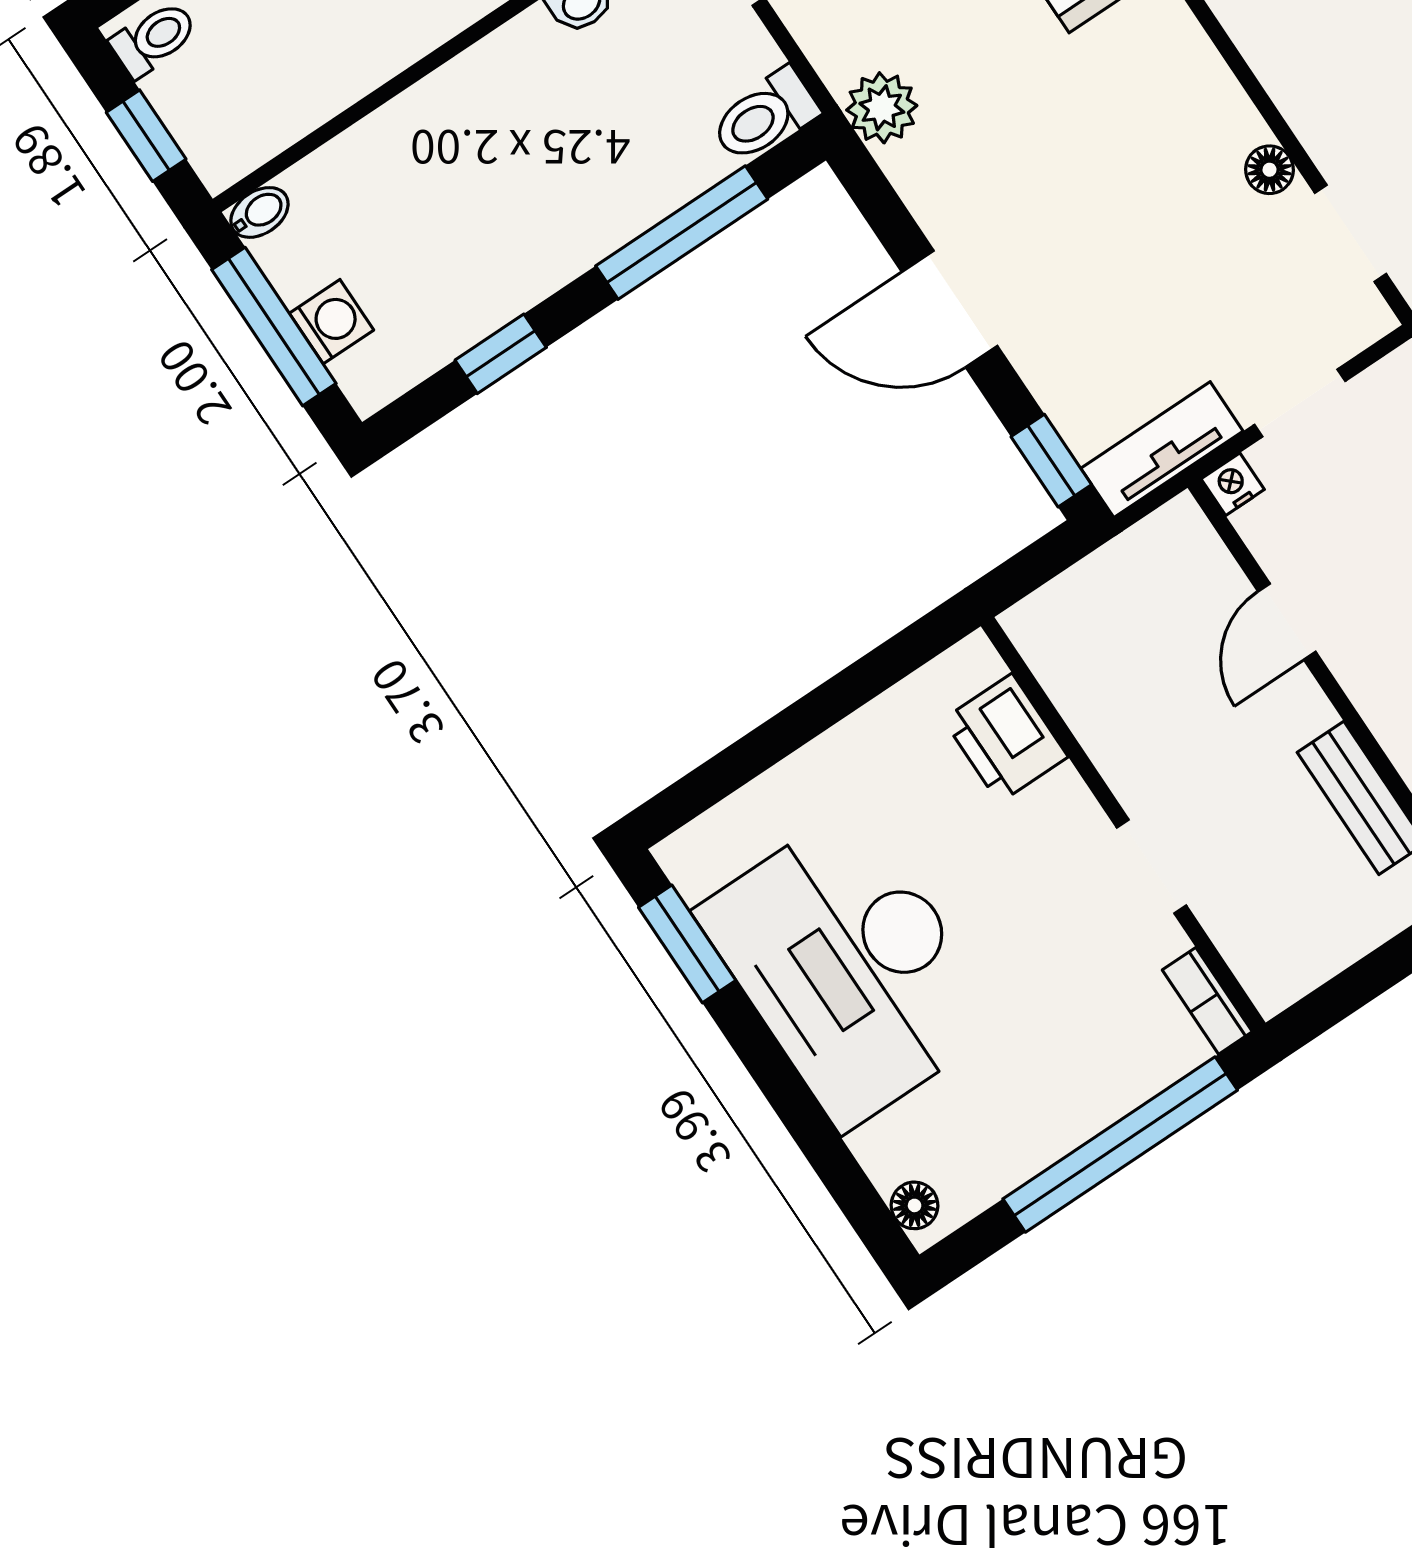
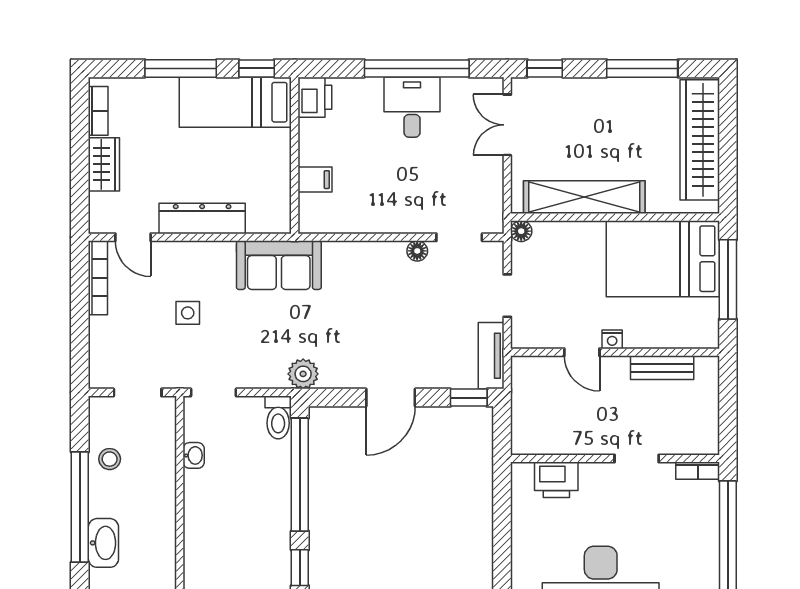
window: (682, 233) -> (300, 475), width x1.46
nightstand: (1233, 484) -> (612, 339), moved, turned -90

